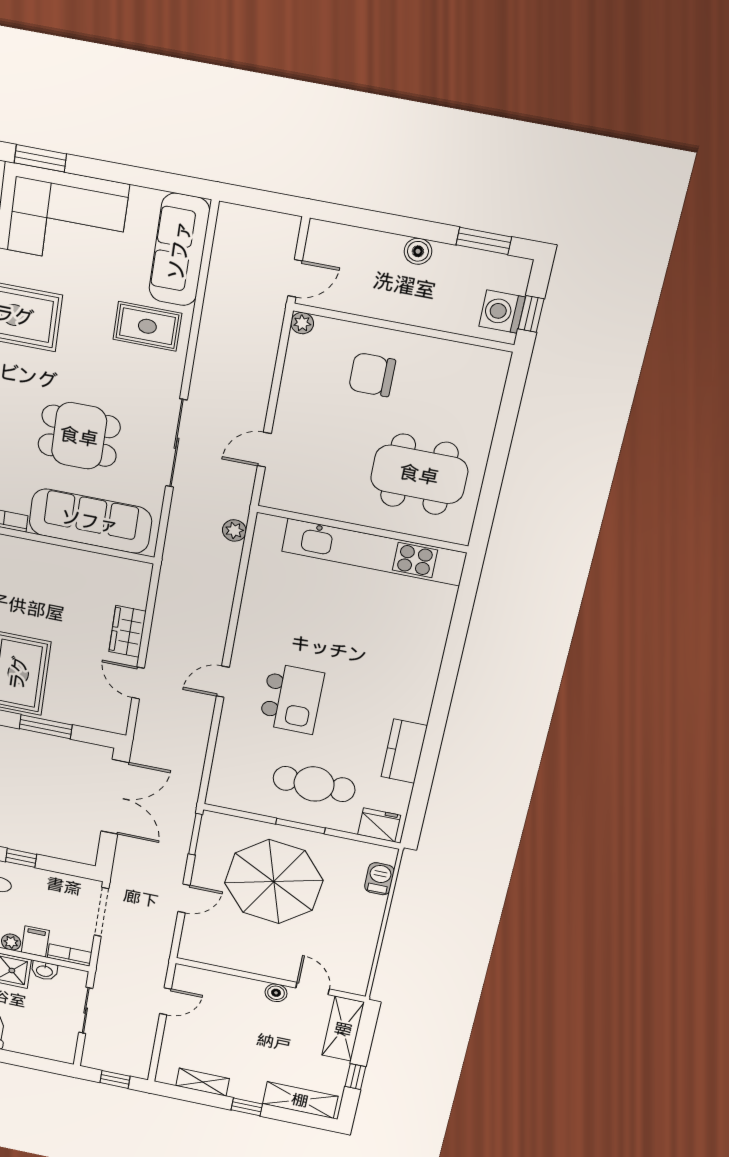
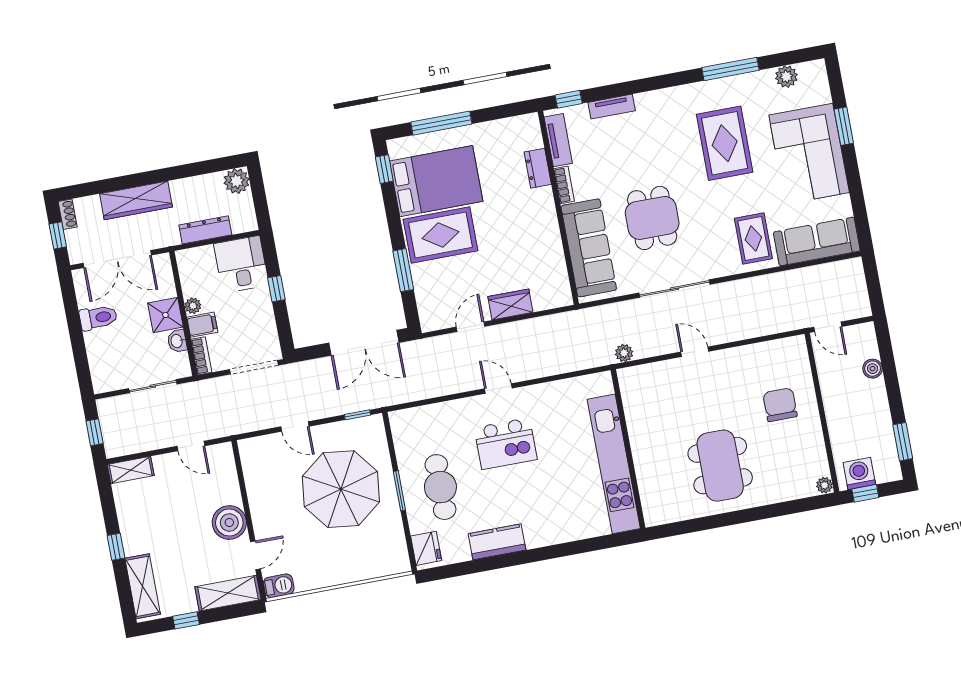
boiler: (418, 251) -> (873, 369), moved
plant: (302, 323) -> (824, 485), moved
wall: (362, 529) -> (628, 449), moved
kitchen unit: (374, 552) -> (614, 464), moved
window: (195, 834) -> (357, 415), width x0.67
barbecue: (379, 879) -> (279, 586), moved
boiler: (276, 993) -> (229, 522), width x1.86, depth x1.86
shelving: (203, 1082) -> (131, 470), moved, turned 90

